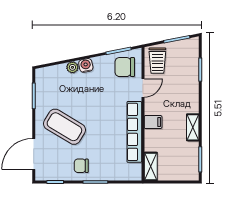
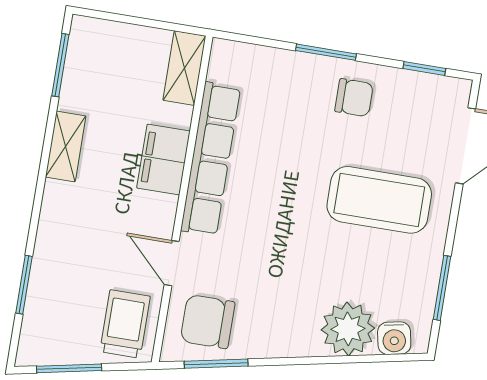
water cooler: (86, 65) -> (394, 338), moved
plant: (72, 67) -> (348, 329), width x1.87, depth x1.87
chair: (125, 67) -> (208, 322), turned 180
door: (143, 88) -> (172, 263), hinge flipped
filing cabinet: (153, 122) -> (163, 160), width x2.00
coffee table: (64, 127) -> (379, 200), turned -31

